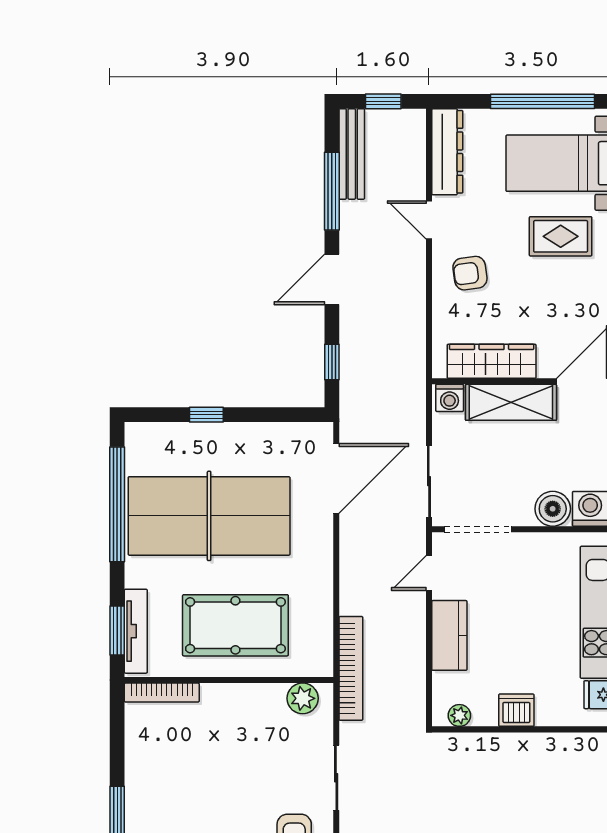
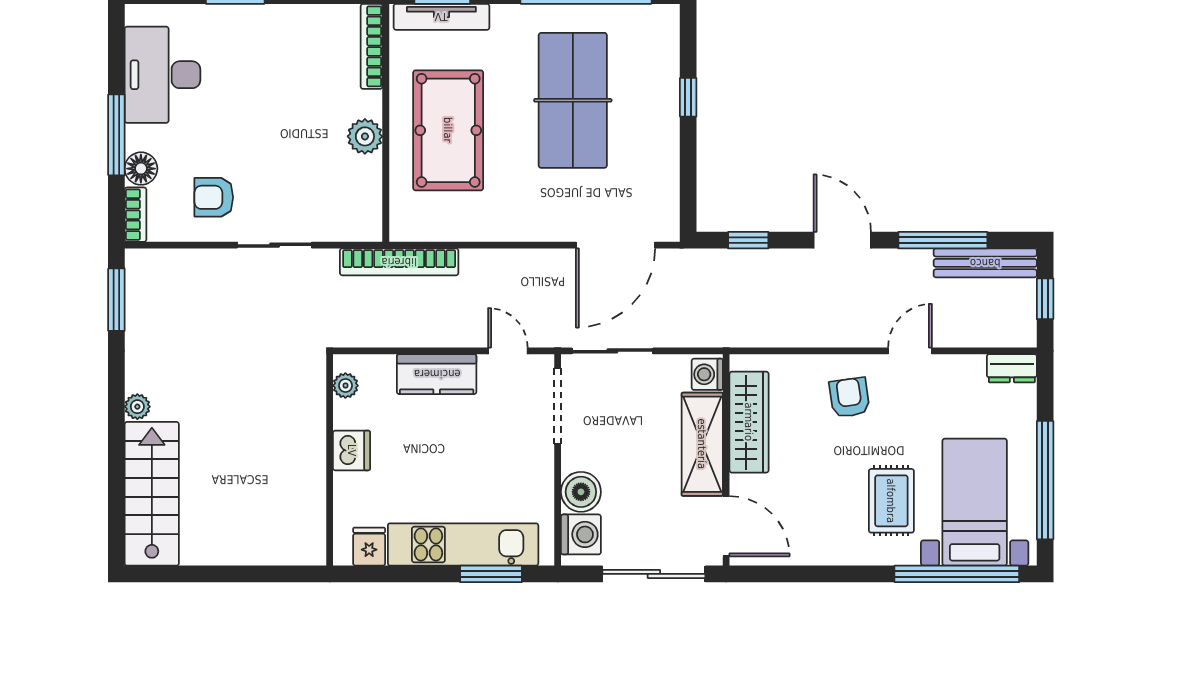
dresser: (447, 152) -> (1012, 368), width x0.51, depth x0.80
door: (336, 478) -> (616, 245), hinge flipped
table tennis table: (209, 516) -> (573, 100), width x0.73, depth x0.76
plant: (303, 698) -> (365, 136), moved

